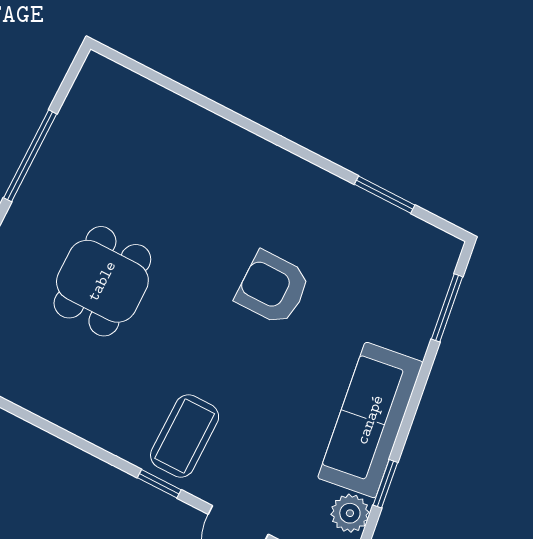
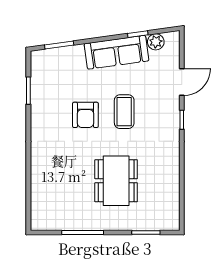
dining table: (102, 281) -> (116, 181), width x1.38
coffee table: (185, 436) -> (124, 112), moved, turned 90

